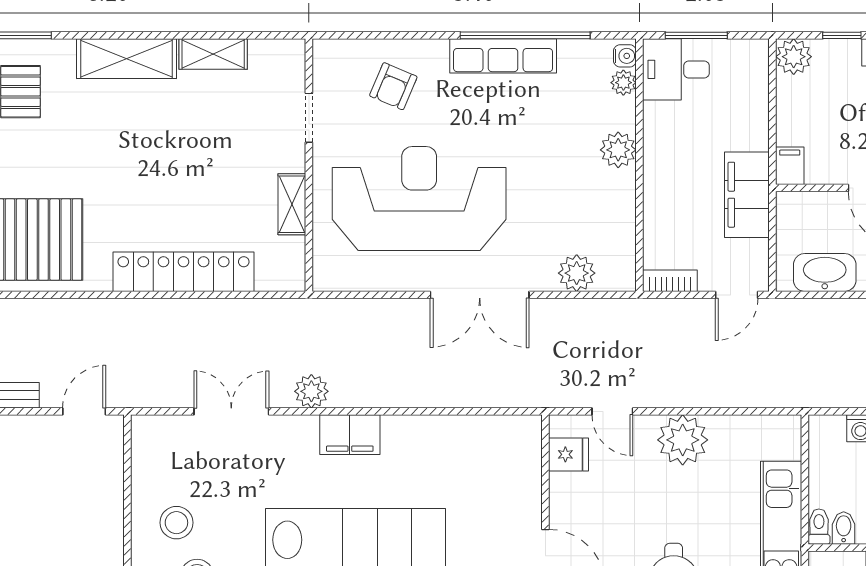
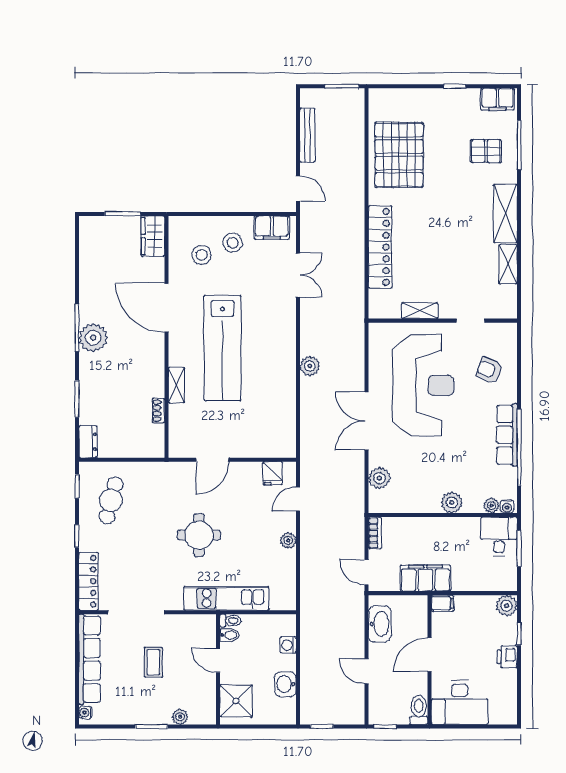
plant: (311, 391) -> (310, 366), moved
filing cabinet: (350, 435) -> (272, 228), moved, turned -90
plant: (683, 440) -> (288, 540), width x0.53, depth x0.53

